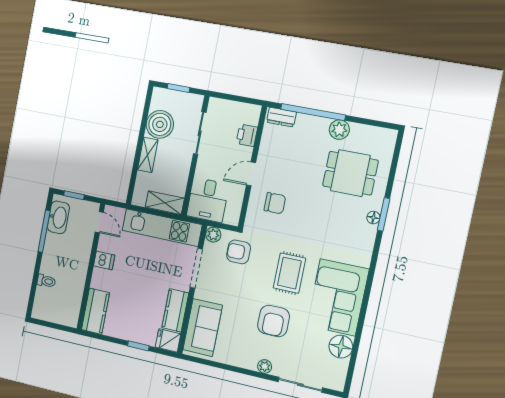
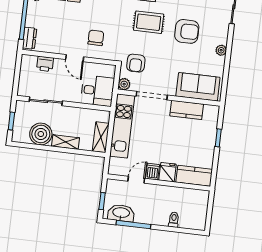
shelving: (165, 203) -> (101, 137), moved
door: (99, 222) -> (136, 180), moved
fridge: (168, 340) -> (167, 172), moved, turned 180
plant: (265, 366) -> (221, 50), moved

